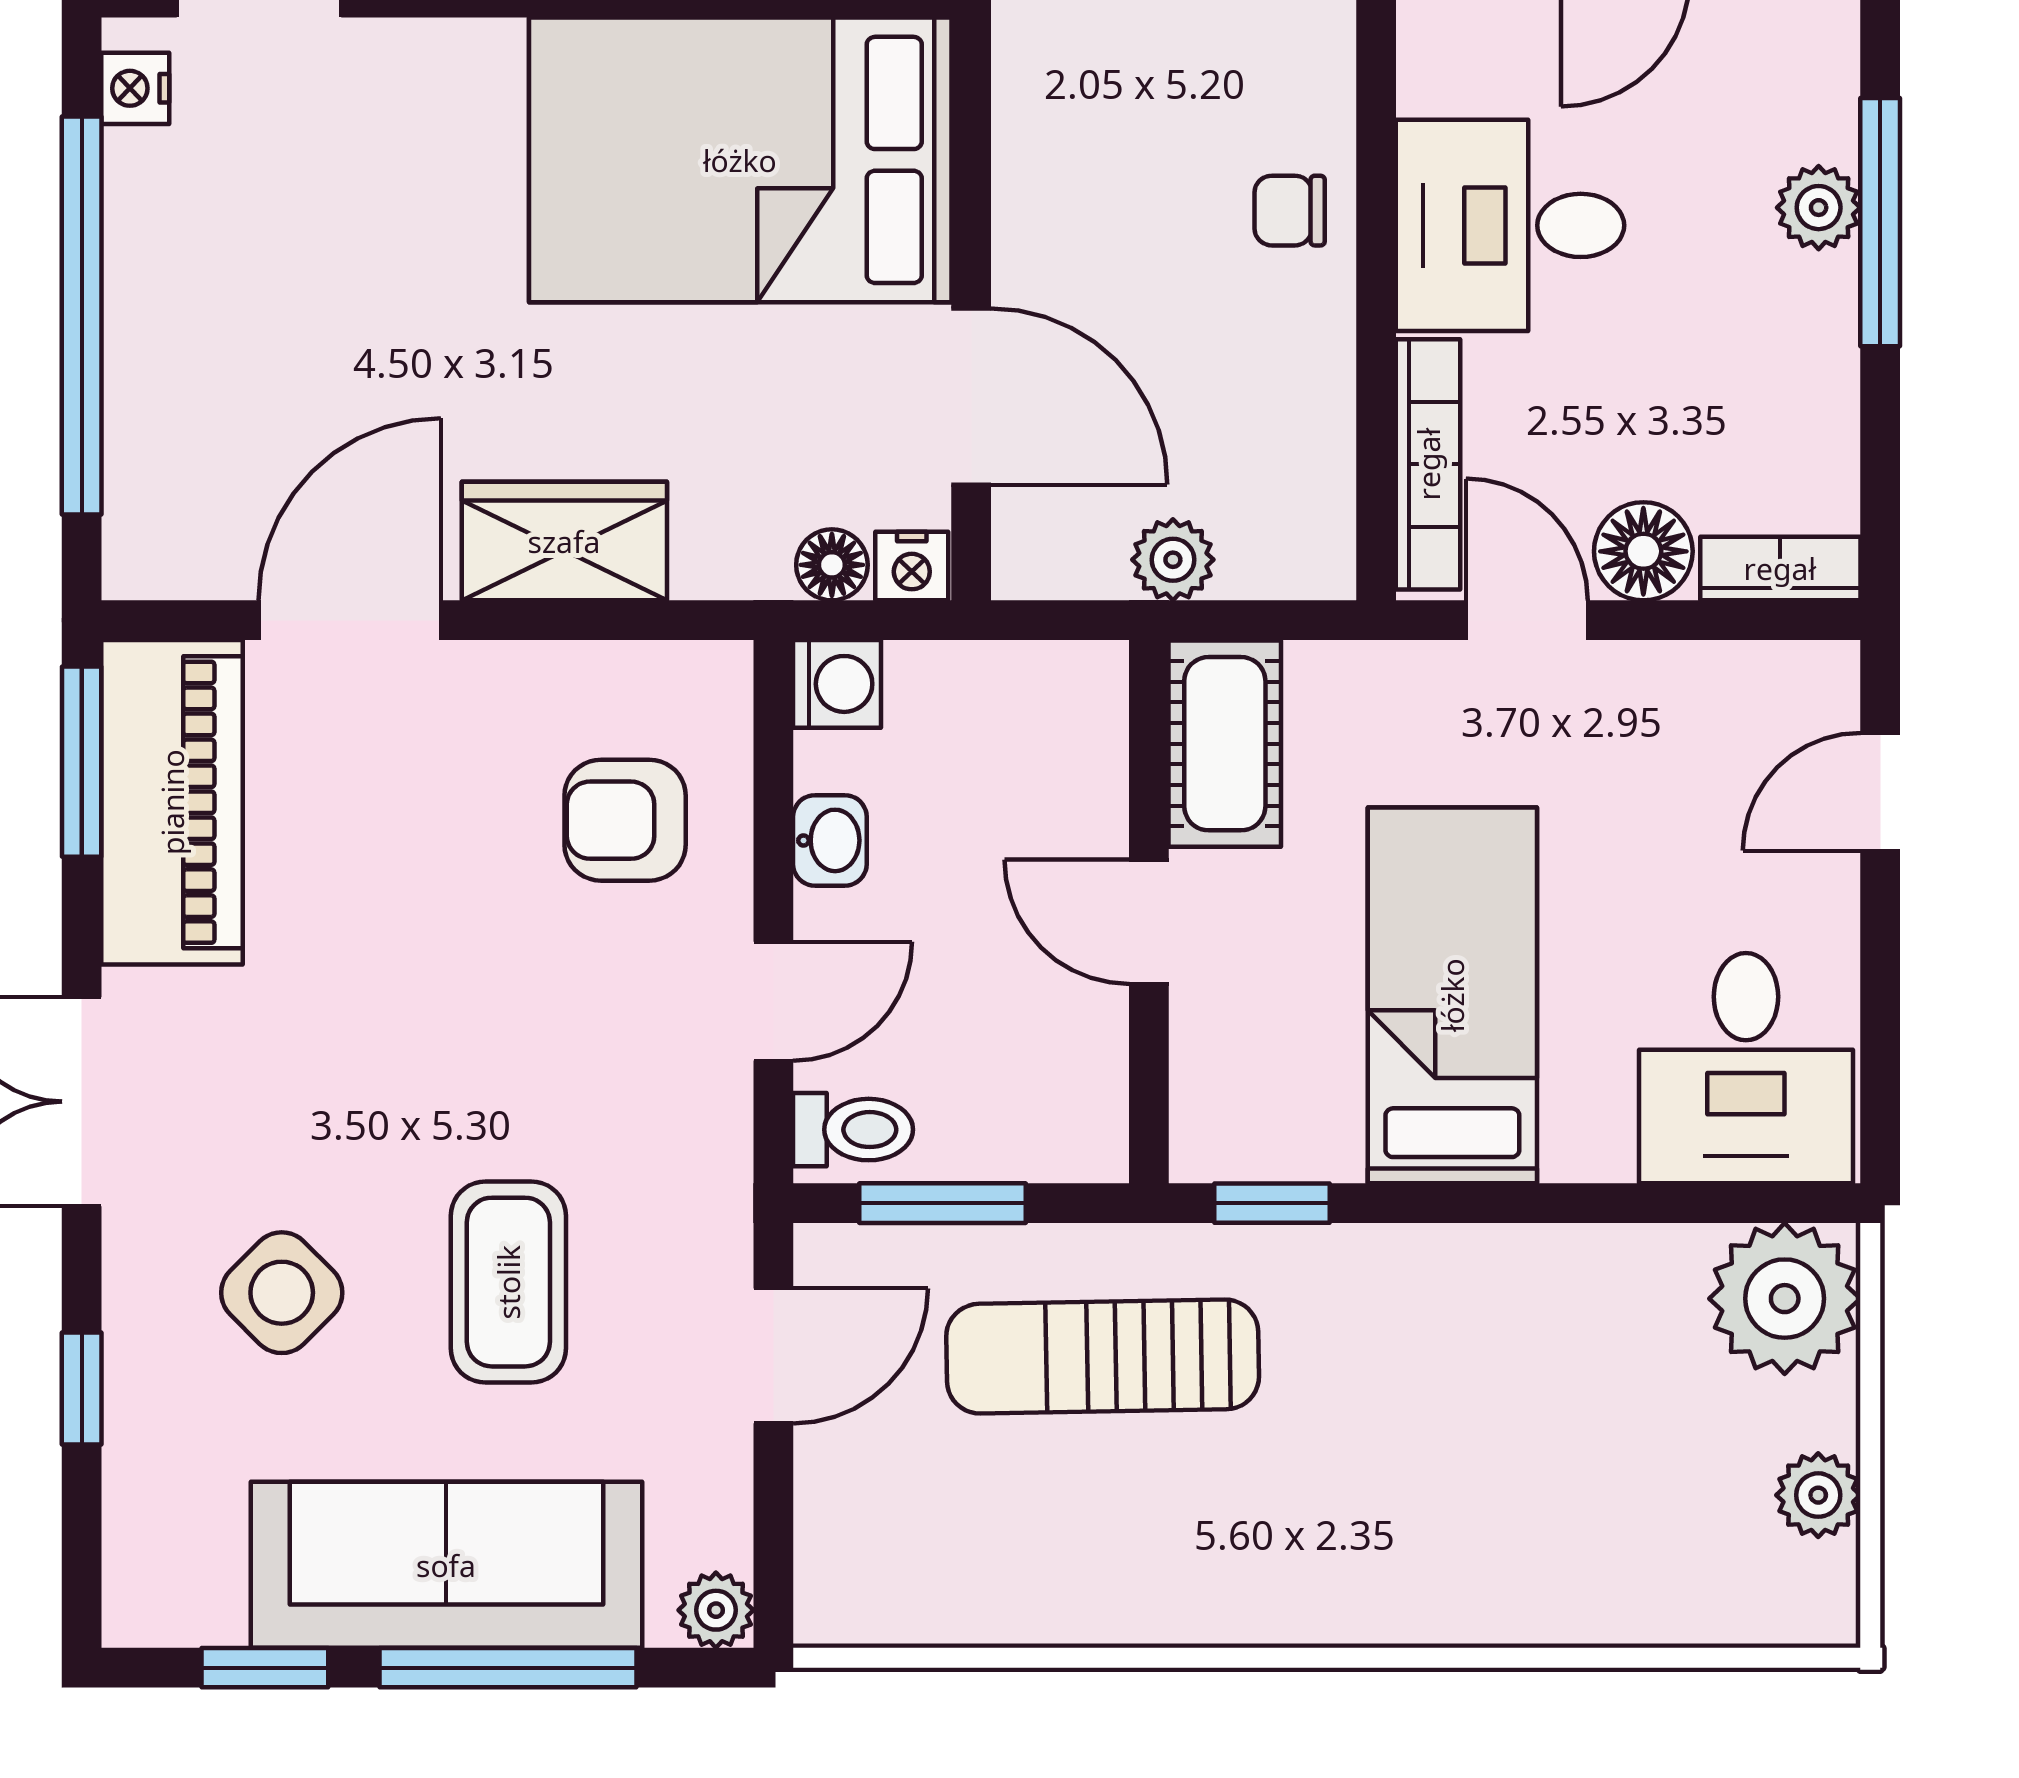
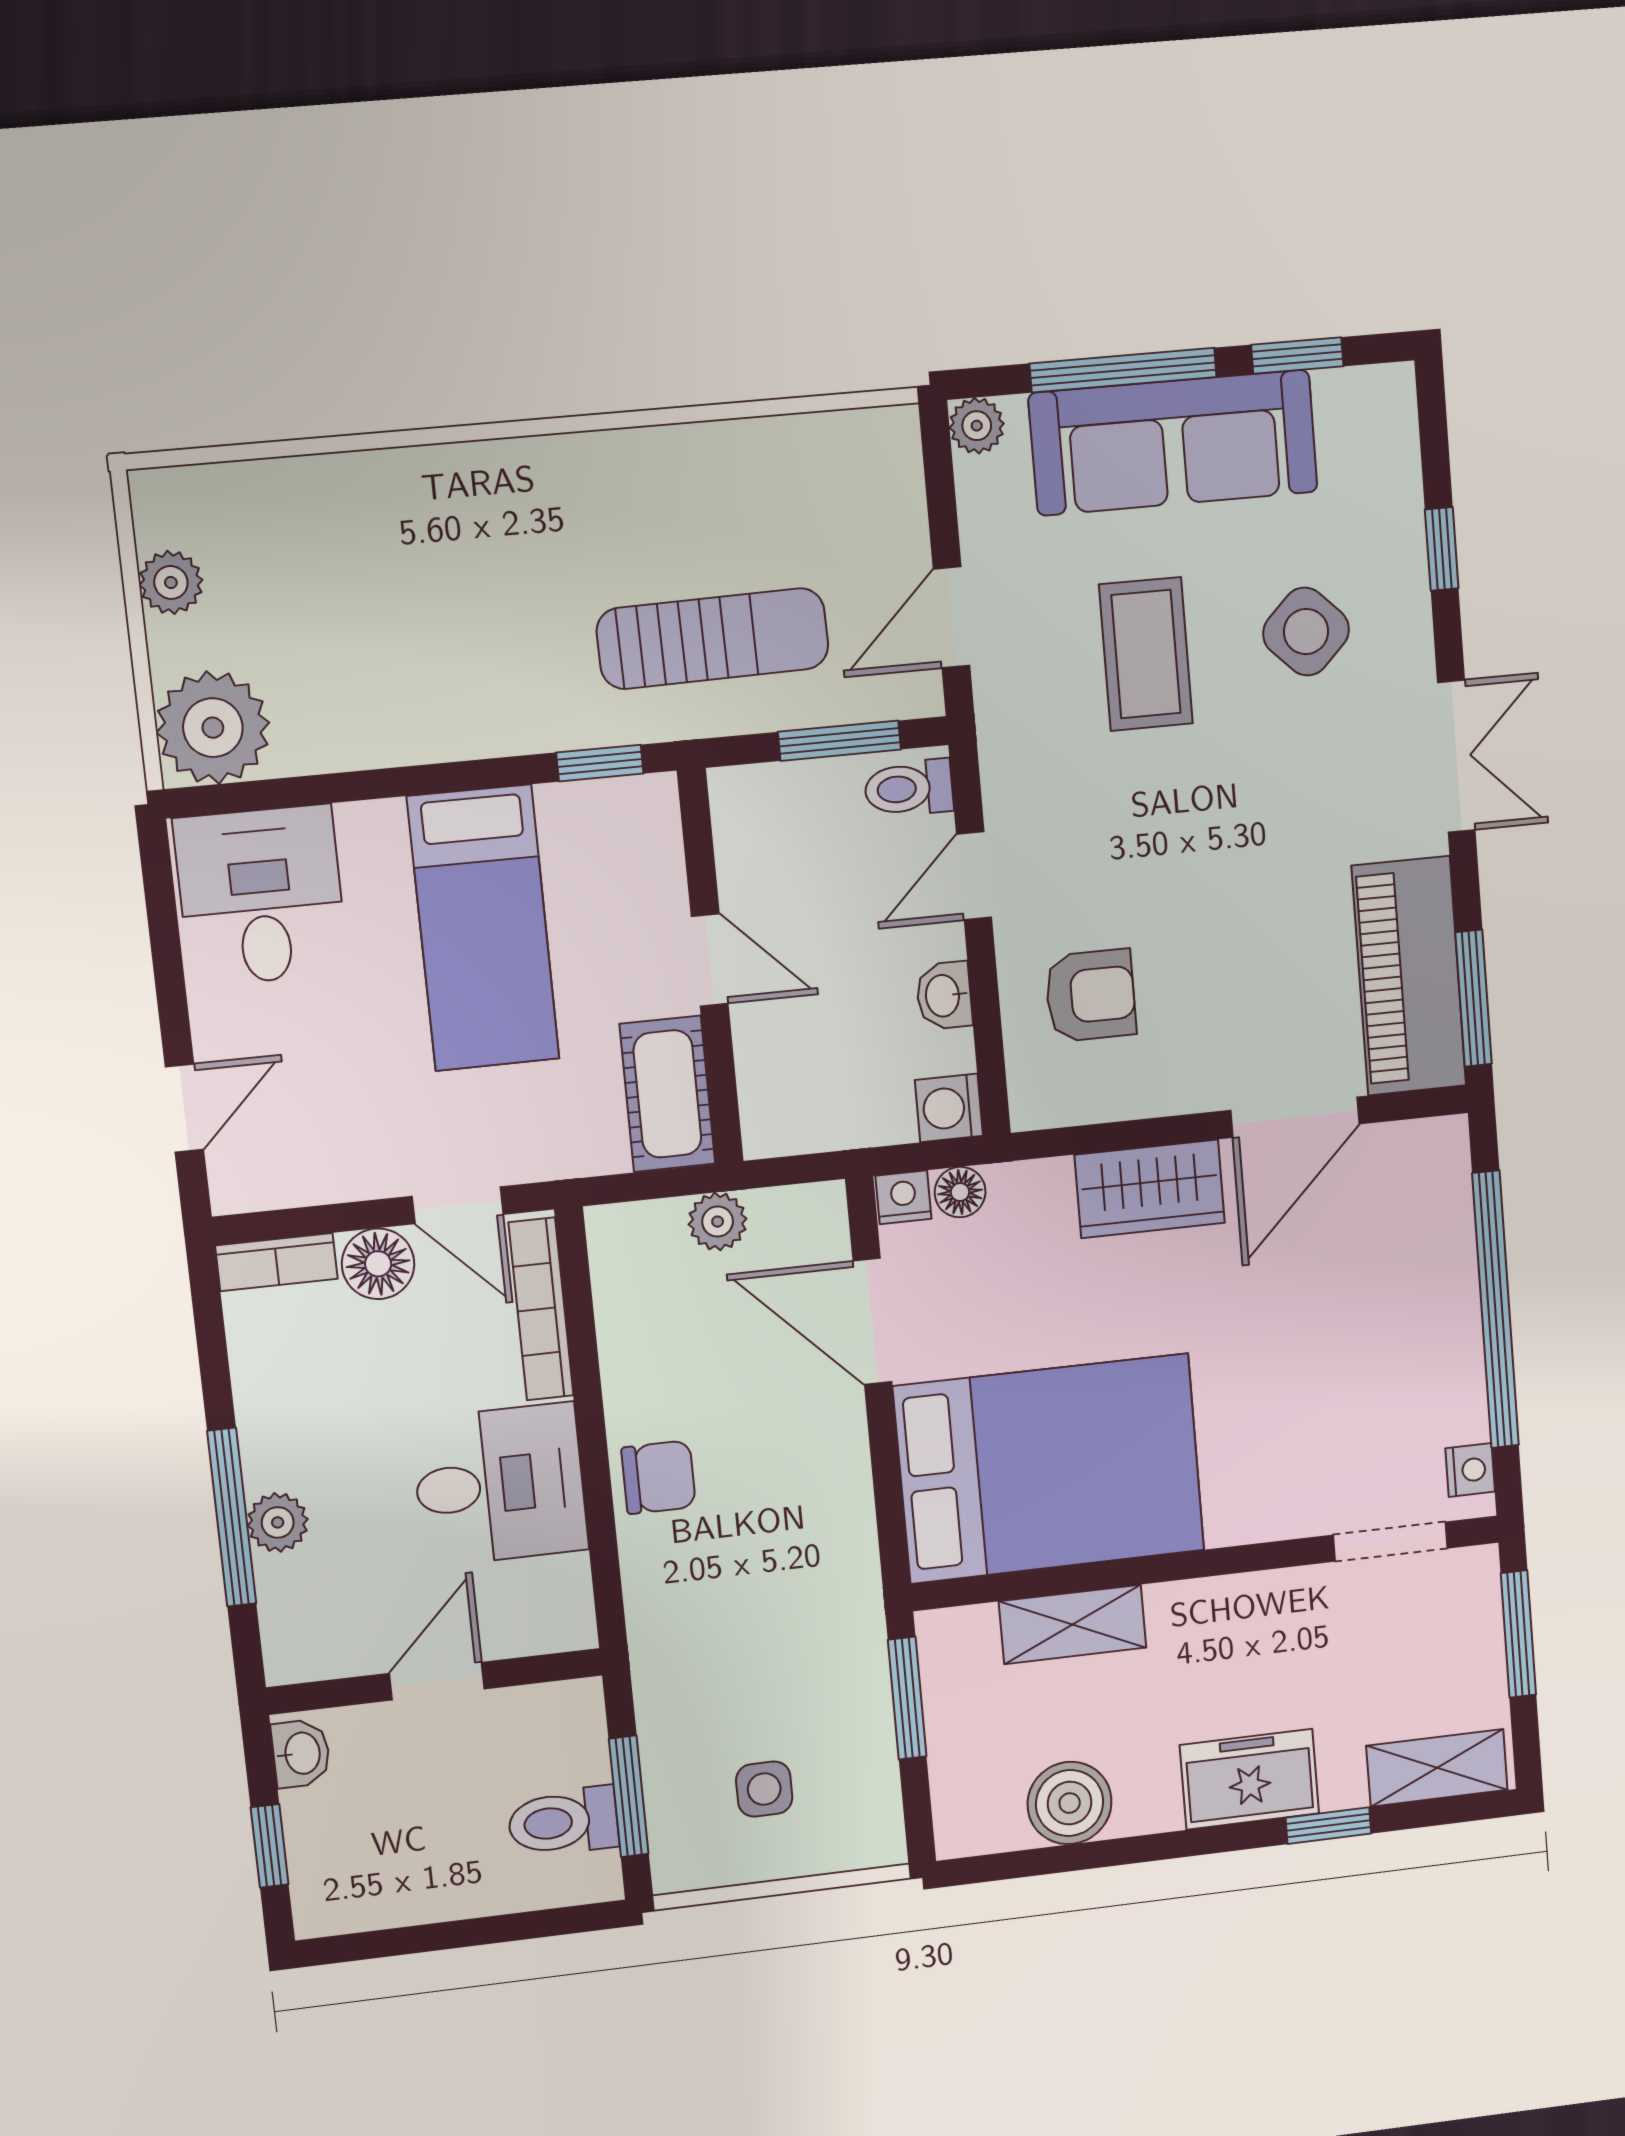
chair: (1290, 211) -> (659, 1477), width x1.37, depth x1.37

